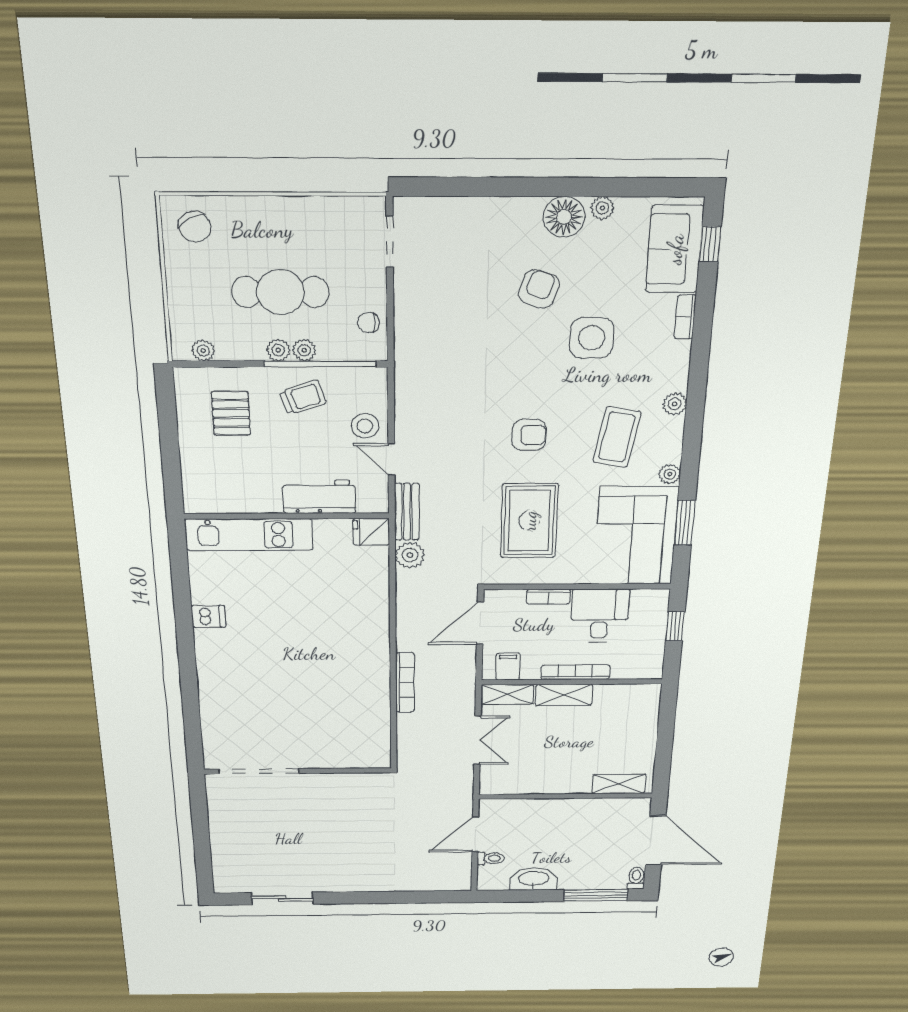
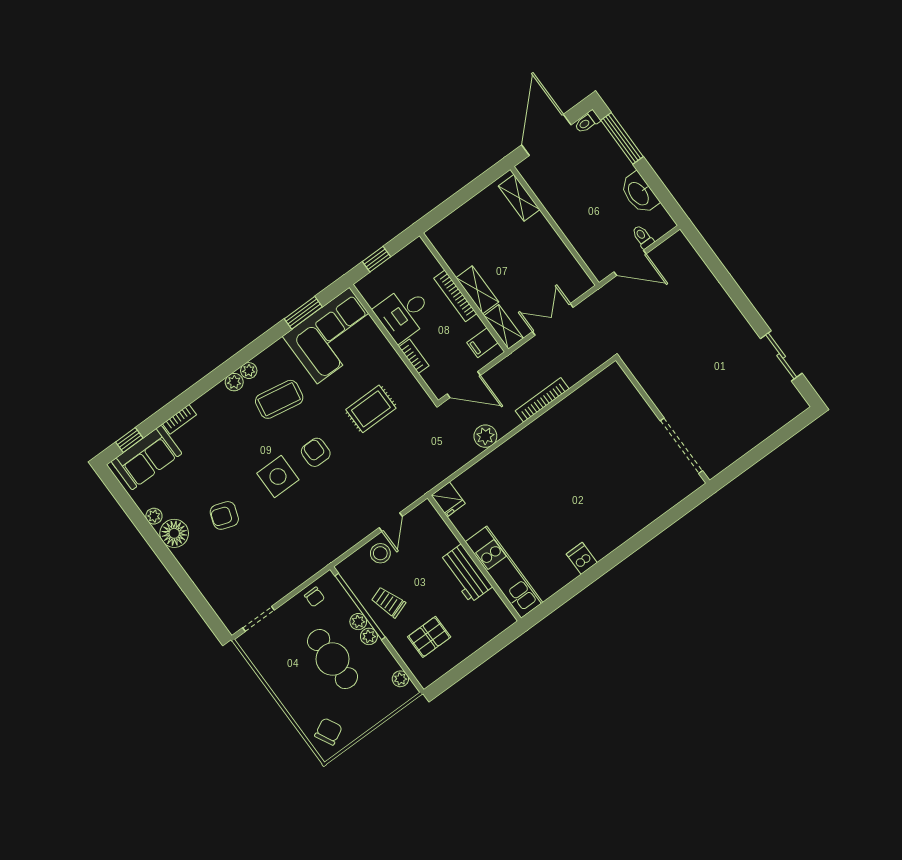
side table: (592, 338) -> (278, 476), moved
plant: (670, 474) -> (249, 371), moved
workbench: (319, 497) -> (466, 573), moved
bench: (407, 512) -> (419, 488), removed
rug: (529, 521) -> (371, 409), width x0.73, depth x0.70
plant: (410, 555) -> (485, 436), moved

